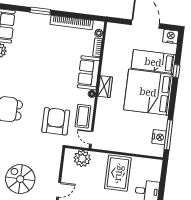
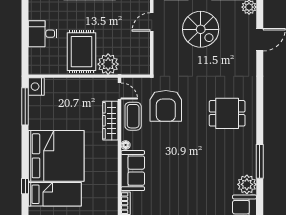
wardrobe: (105, 87) -> (110, 121), moved, width x1.50
nightstand: (159, 137) -> (36, 87), moved
plant: (82, 158) -> (108, 64), moved

